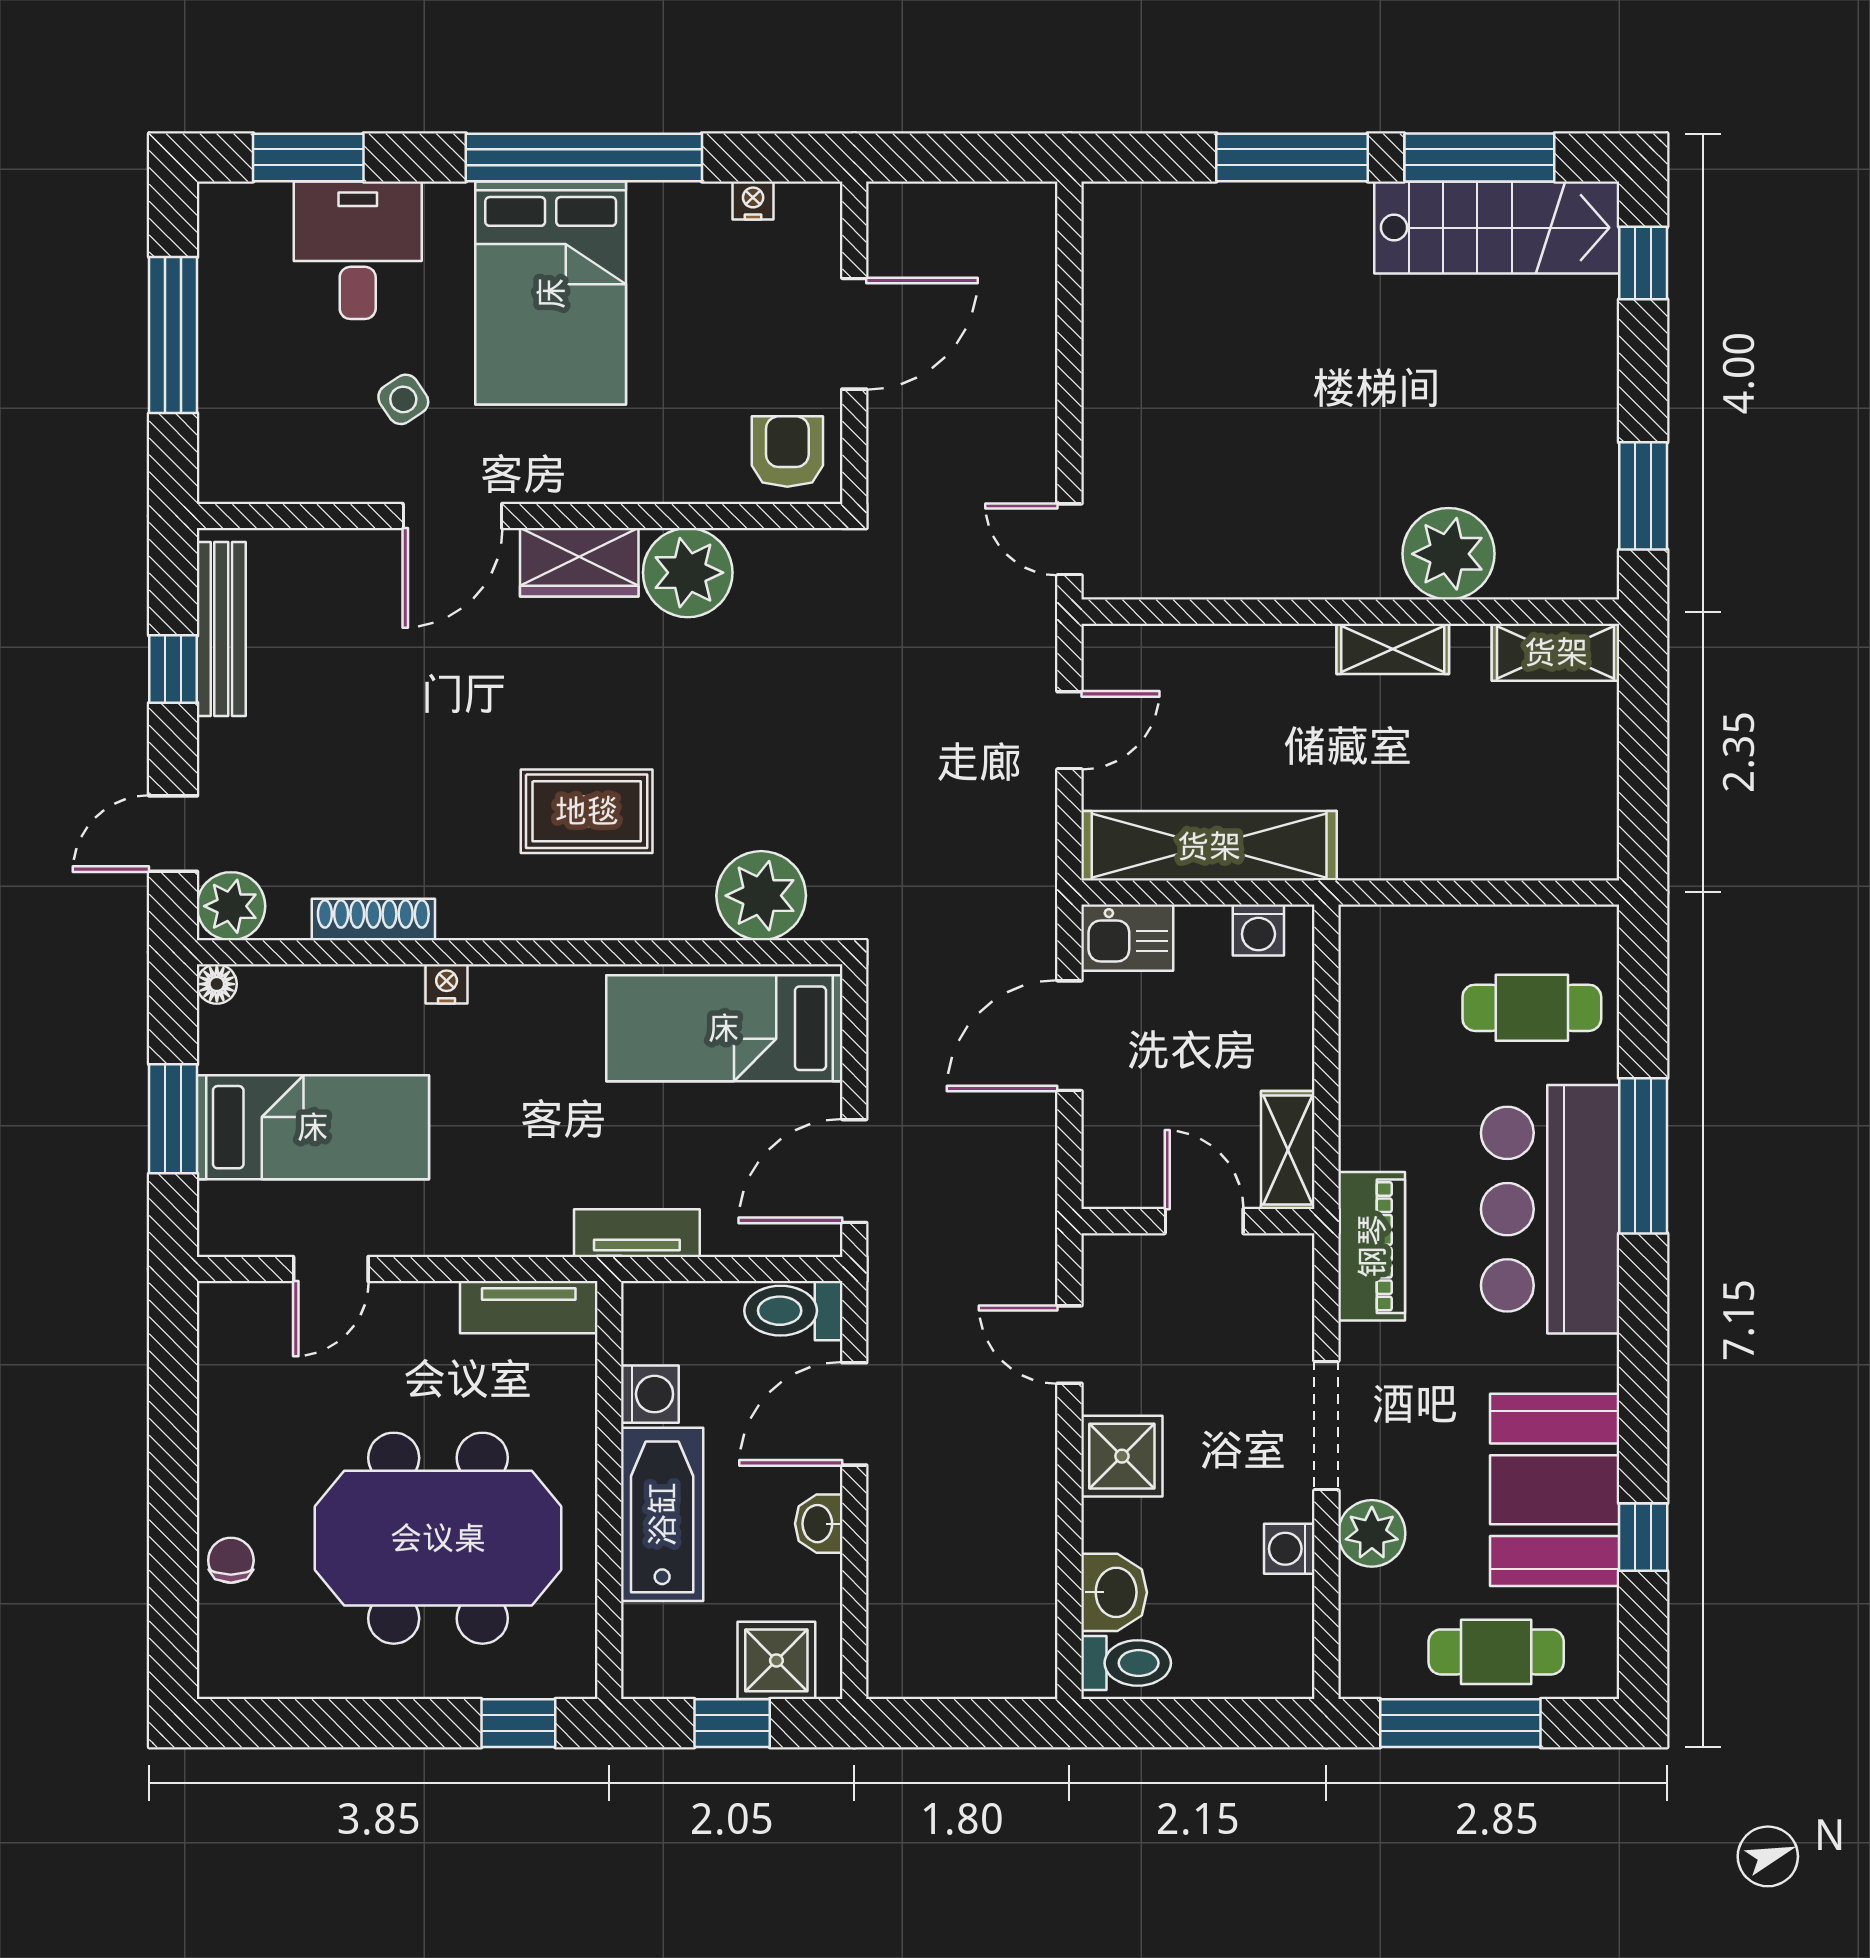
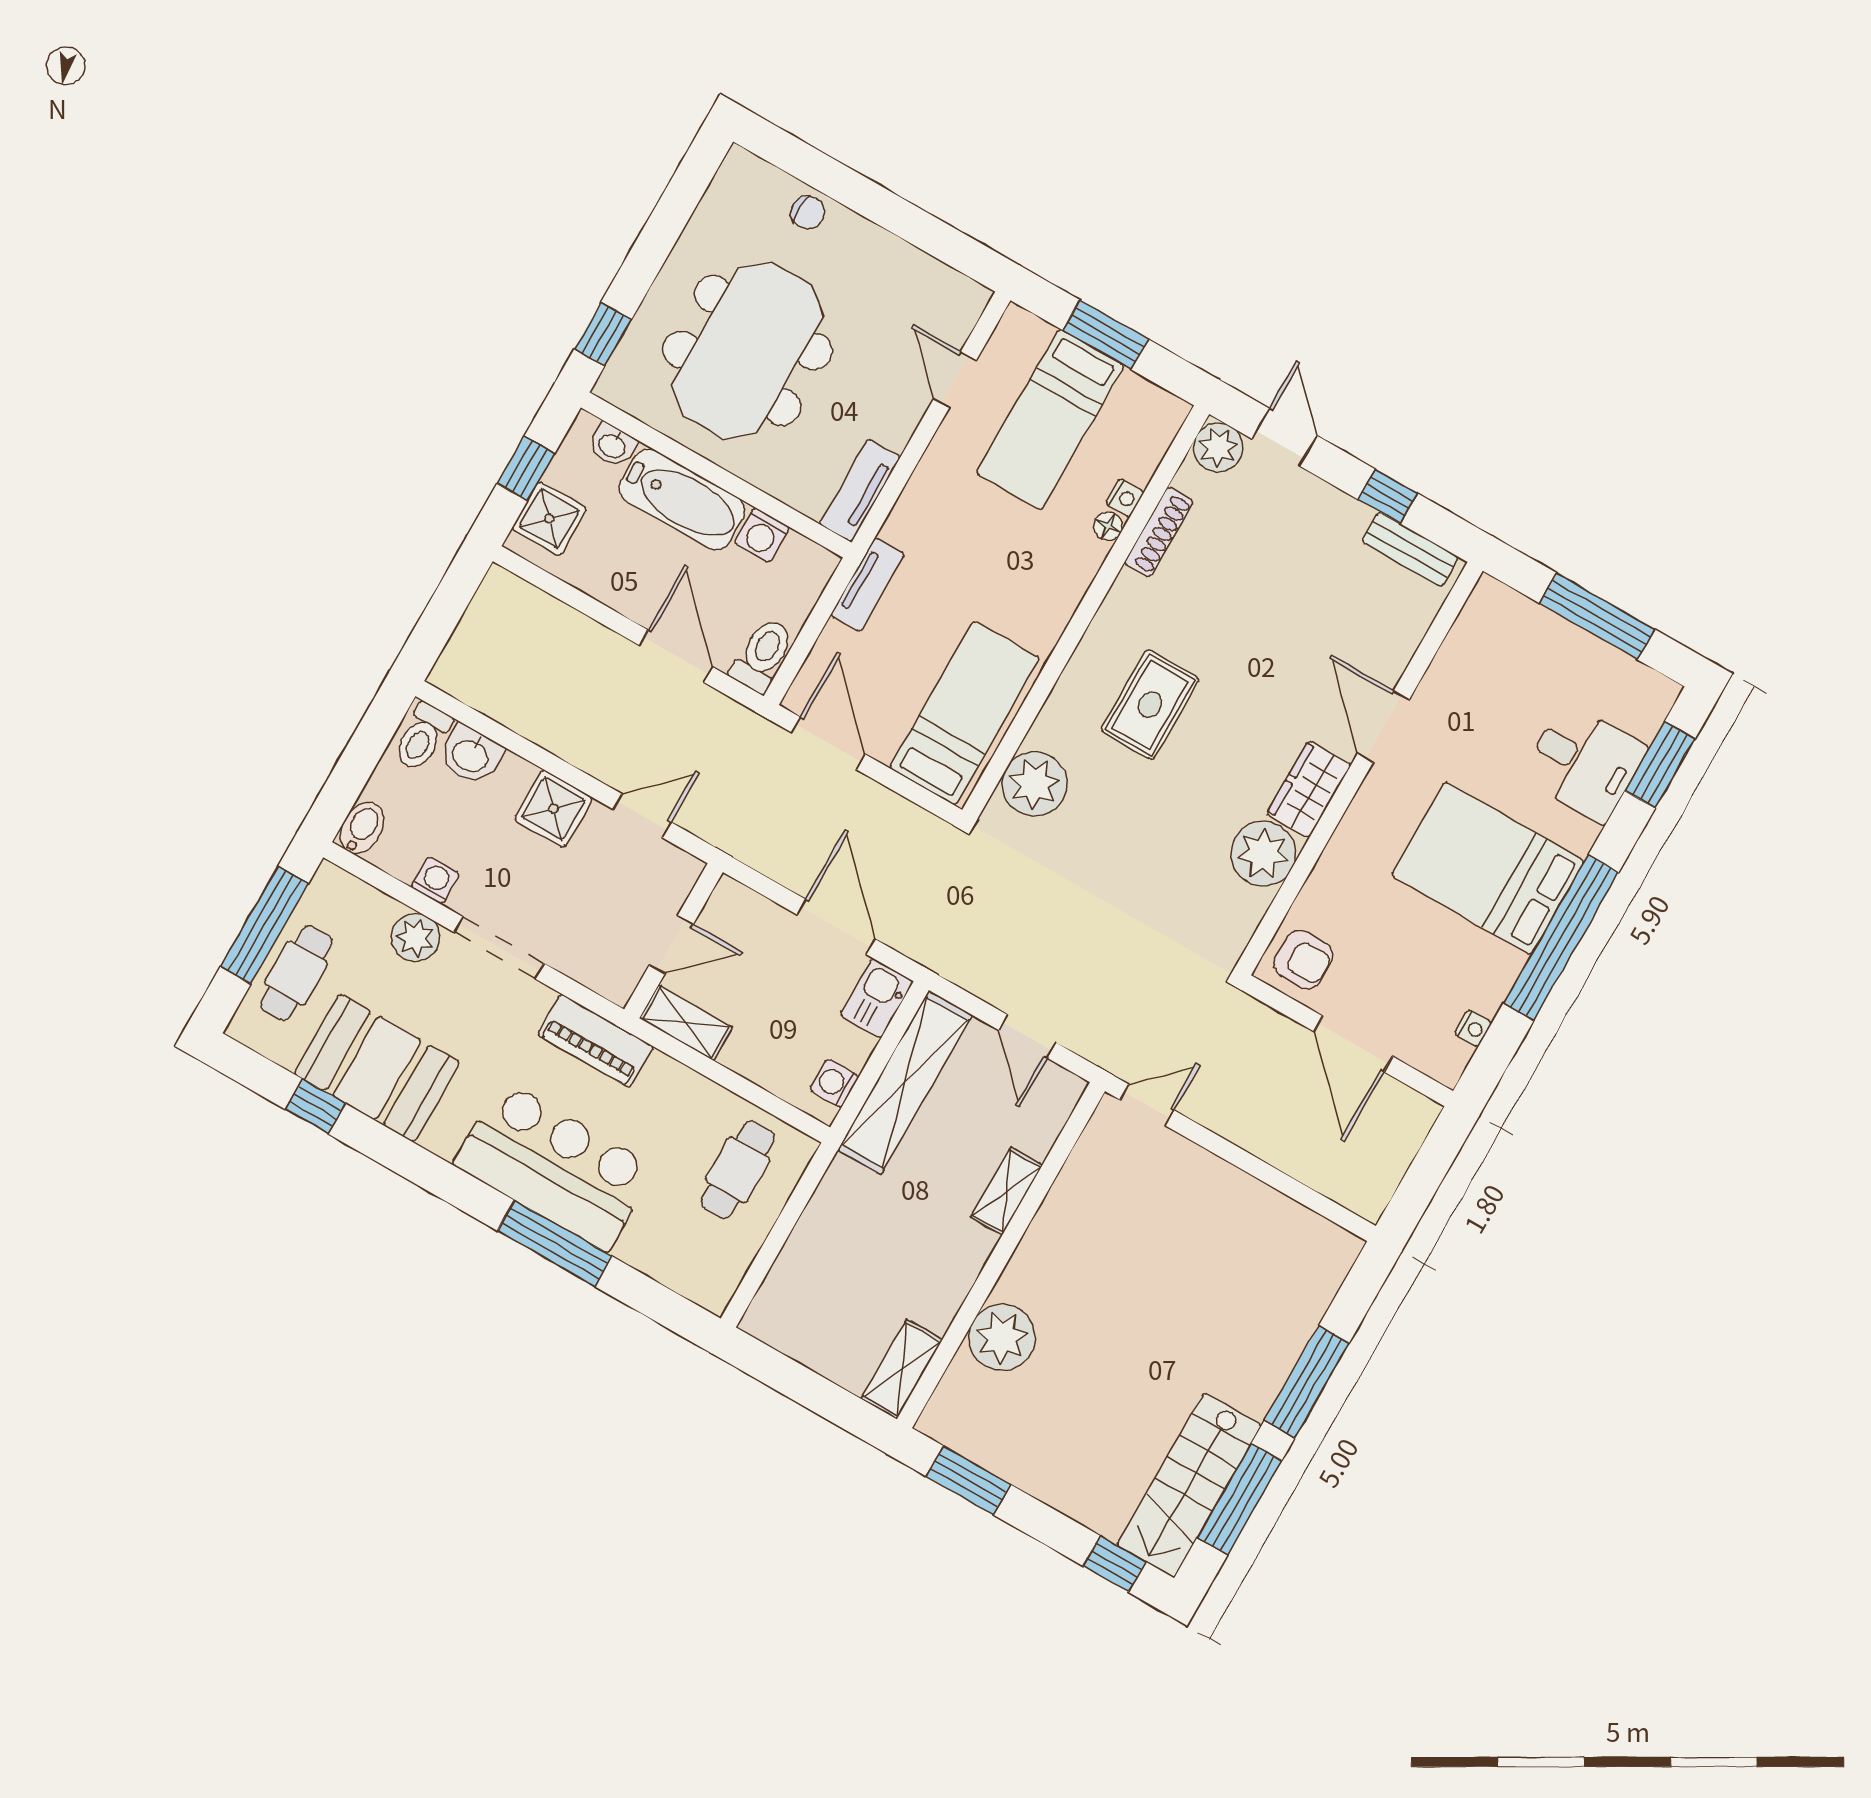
side table: (403, 399) -> (1474, 738), removed
bench: (221, 629) -> (1410, 549), width x0.73
shelving: (1393, 649) -> (1007, 1191), moved
floor lamp: (217, 984) -> (1108, 526), moved
nightstand: (447, 984) -> (1125, 498), moved
cafe table: (1532, 1008) -> (738, 1170), moved
washbasin: (819, 1524) -> (613, 445), moved, turned 180
bidet: (1276, 1673) -> (362, 828), added

